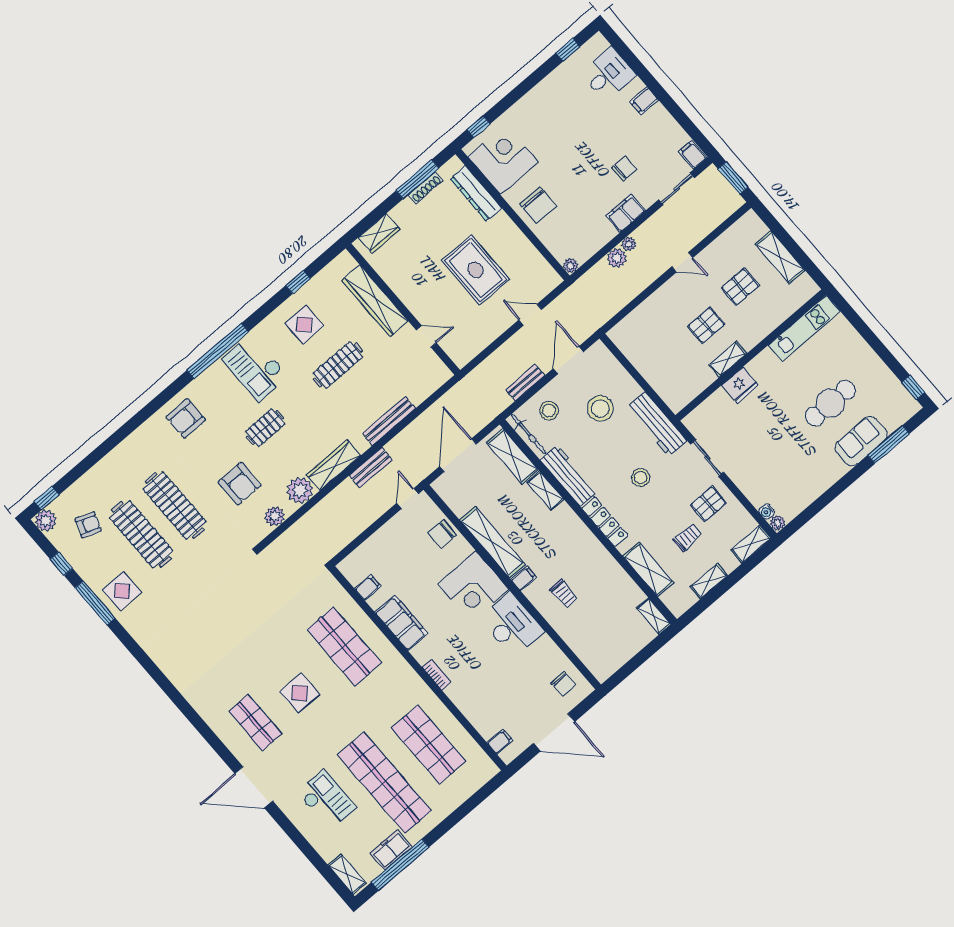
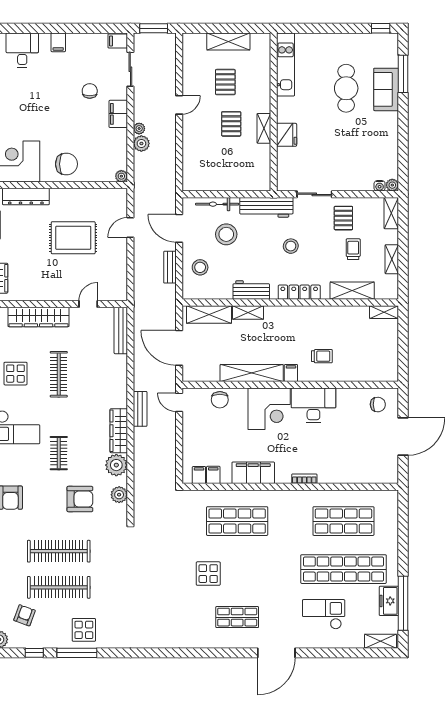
bench: (389, 421) -> (121, 330), moved
bicycle: (528, 434) -> (217, 204), moved, turned 180
workbench: (569, 476) -> (251, 290), width x0.73
display table: (300, 693) -> (208, 574), moved
filing cabinet: (500, 742) -> (199, 475), moved

